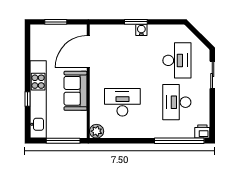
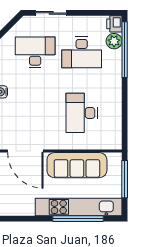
sofa: (76, 91) -> (77, 165), width x1.36
window: (28, 99) -> (78, 219), width x3.17
plant: (97, 131) -> (114, 41), moved

